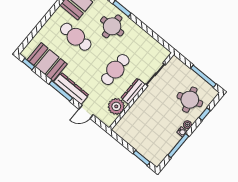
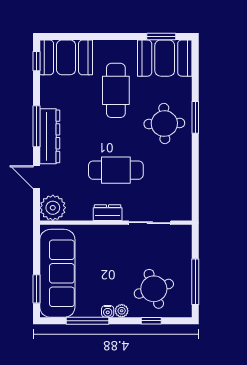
booth: (47, 62) -> (66, 57), moved, turned 90
dresser: (133, 91) -> (108, 213), width x0.70
plant: (116, 106) -> (53, 208), moved
sofa: (142, 141) -> (57, 273), added

